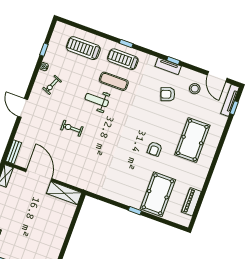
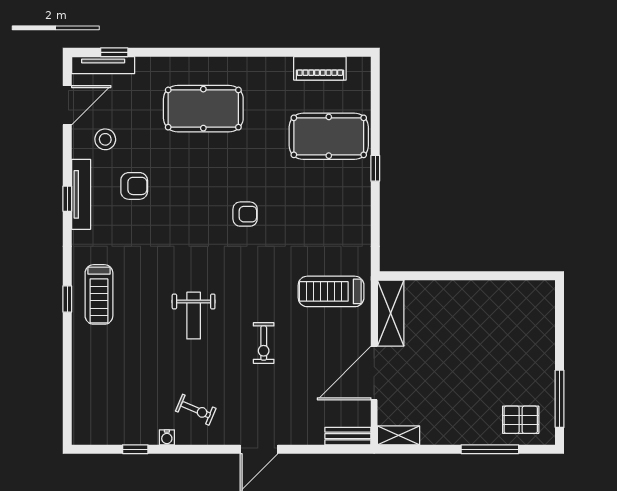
treadmill: (83, 48) -> (331, 291), moved, turned 90
tv unit: (168, 66) -> (81, 194), width x1.41
exercise mat: (114, 81) -> (147, 296), removed
armchair: (168, 94) -> (134, 186), turned -71
armchair: (155, 149) -> (245, 214), moved

